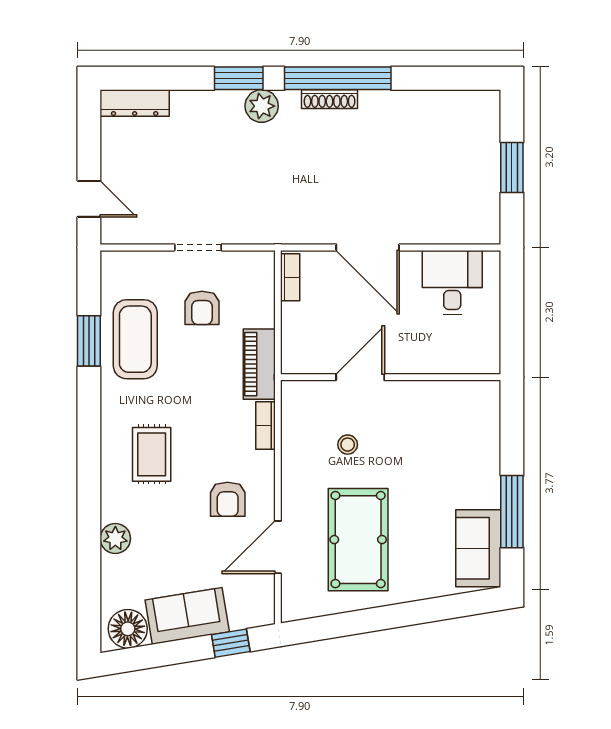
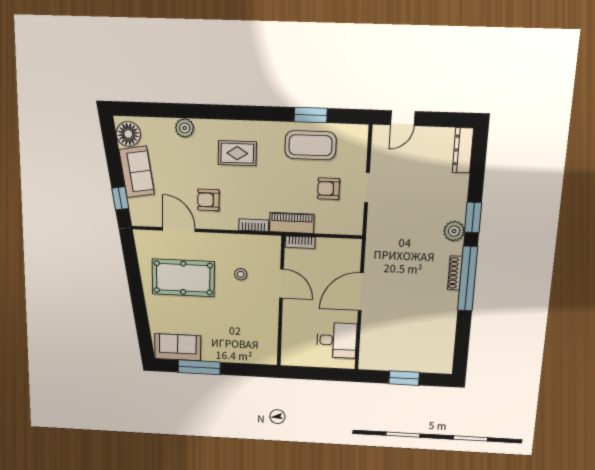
bookcase: (290, 277) -> (300, 242), moved

